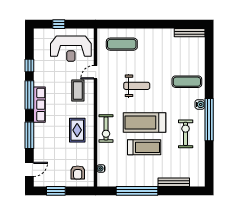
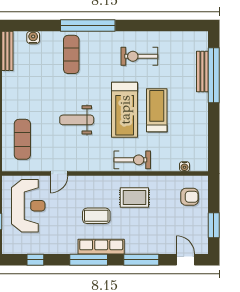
window: (29, 65) -> (35, 260), moved
door: (96, 72) -> (59, 174), hinge flipped
weight bench: (137, 86) -> (77, 120), turned -90
coffee table: (78, 90) -> (96, 216), moved
water cooler: (200, 104) -> (33, 37), moved
window: (209, 120) -> (88, 26), moved
window: (137, 191) -> (214, 75), moved

